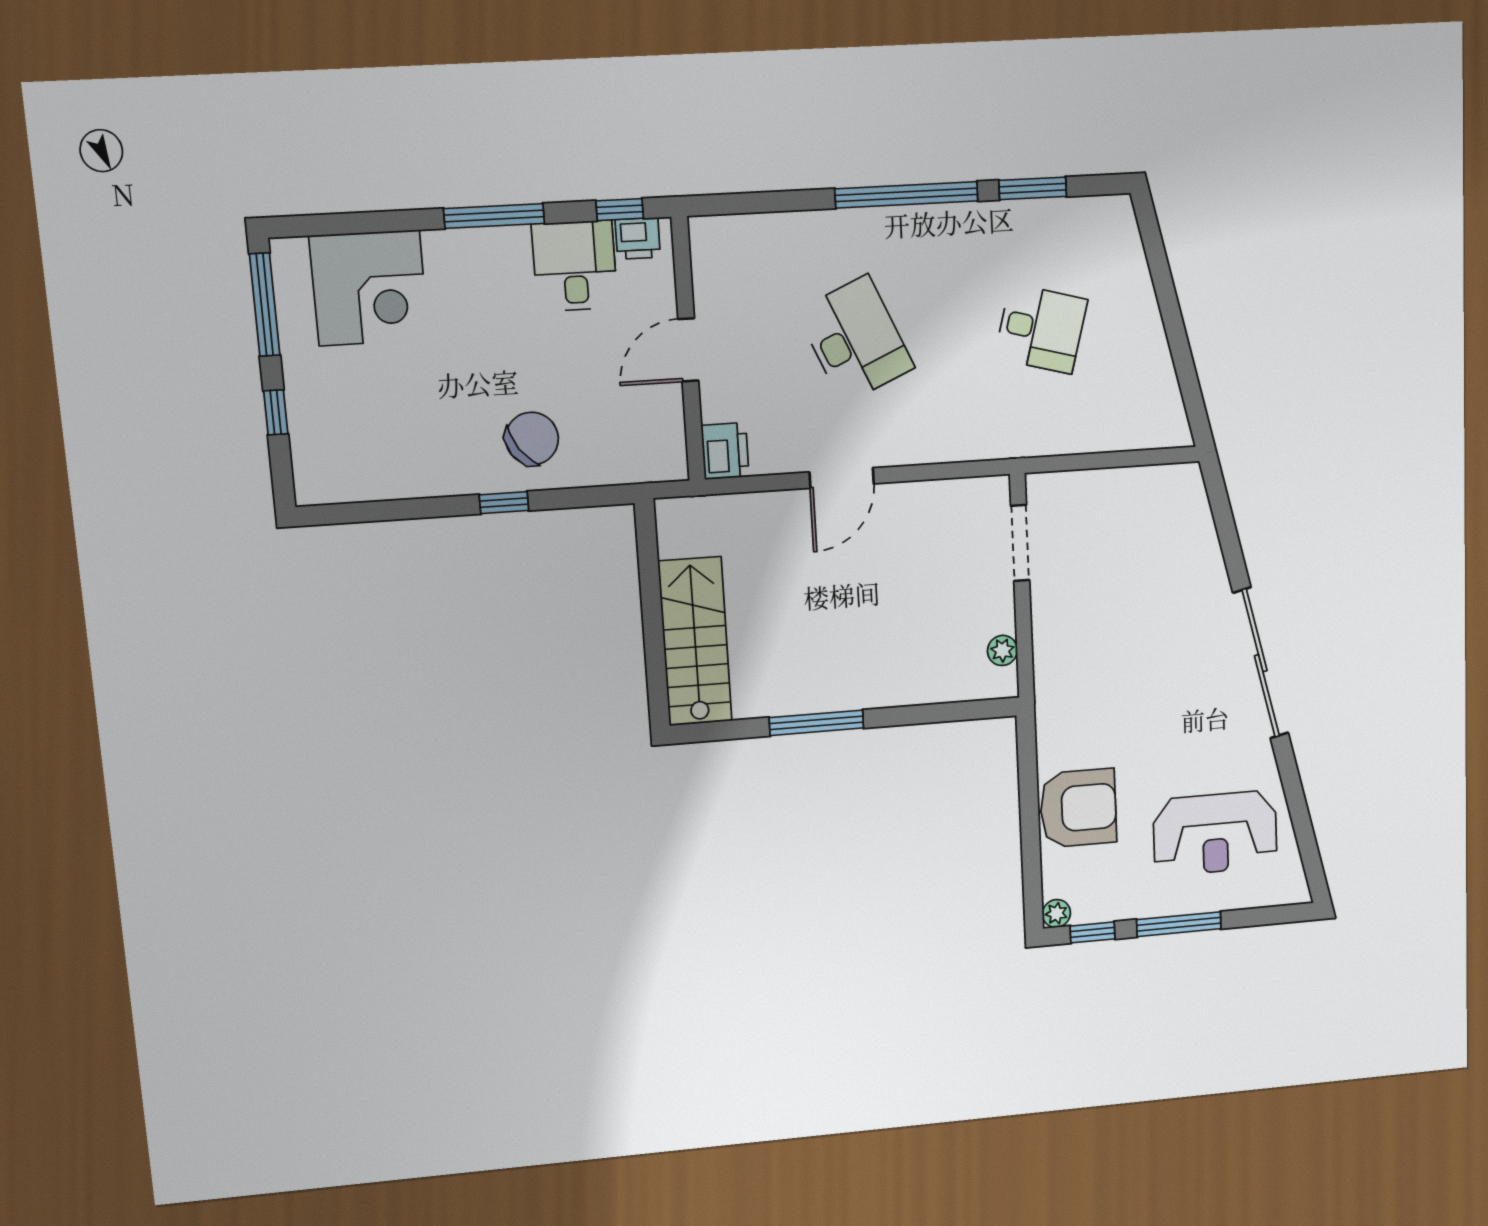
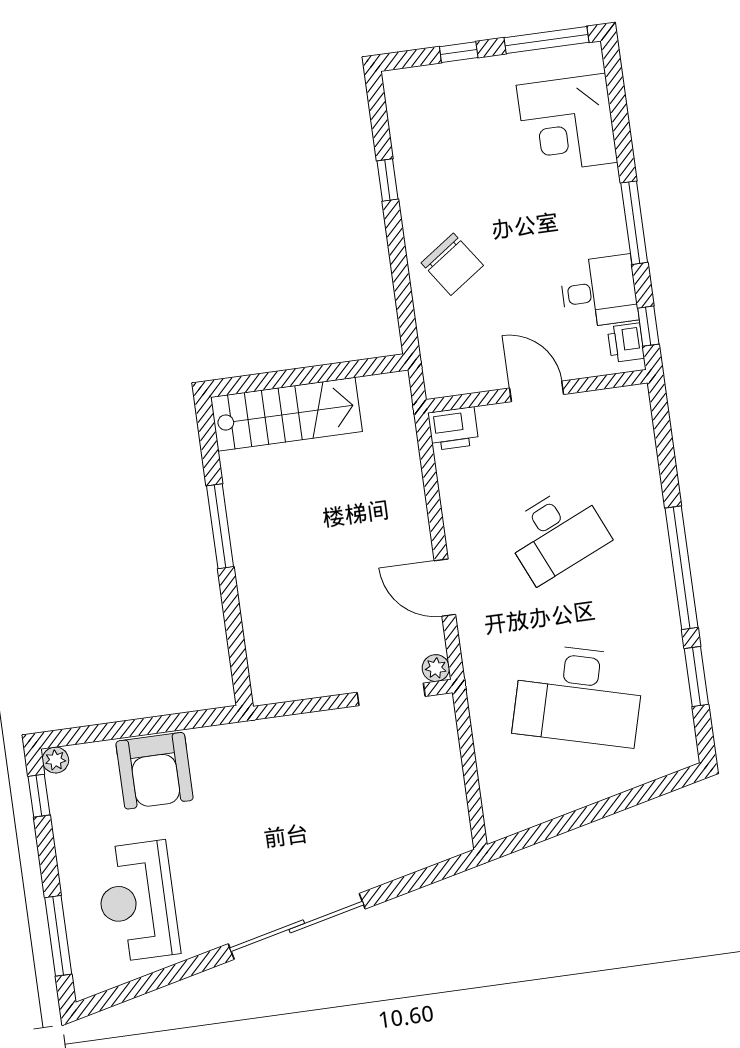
desk: (1041, 329) -> (578, 695), width x1.87, depth x1.30
door: (842, 478) -> (445, 588), moved
window: (504, 503) -> (387, 180), moved
plant: (1002, 650) -> (436, 668), moved
window: (1179, 924) -> (58, 936), moved

